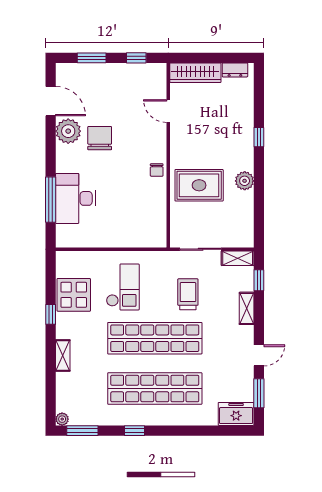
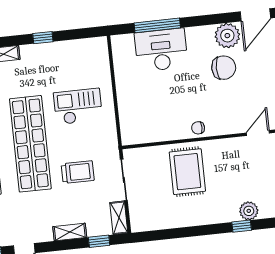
plant: (245, 181) -> (249, 211), moved
checkout: (123, 287) -> (78, 106), turned 180
display table: (74, 295) -> (65, 58), removed

